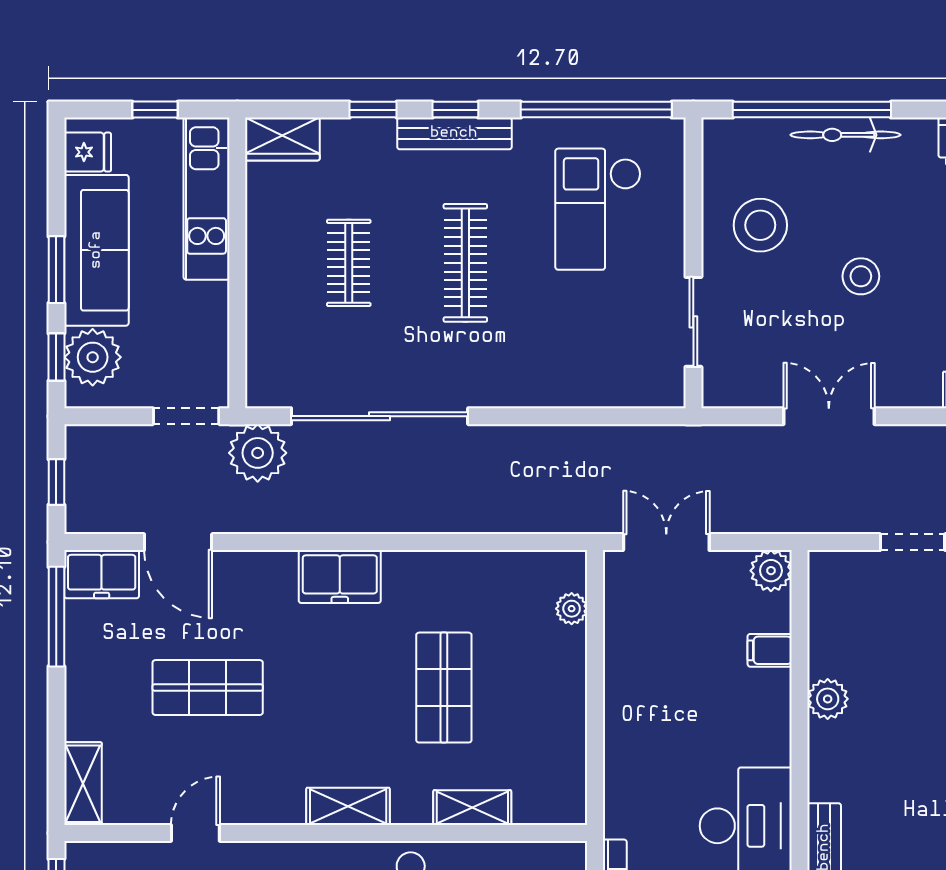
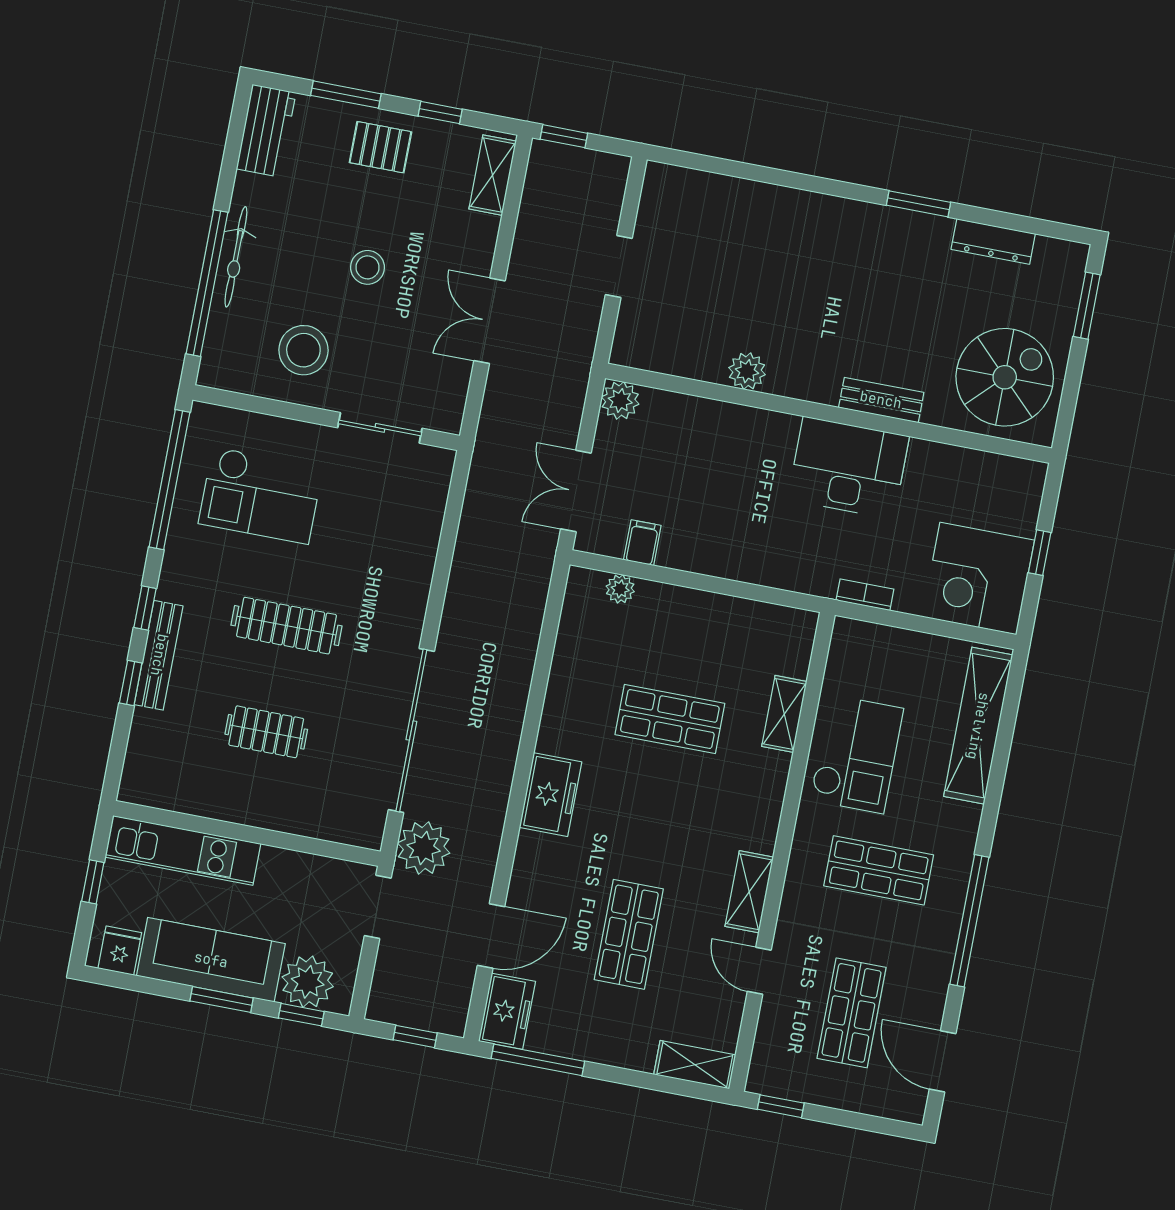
bench: (454, 133) -> (159, 655), moved
wardrobe: (282, 139) -> (142, 771), removed
filing cabinet: (770, 650) -> (642, 543), moved, turned 180
shelving: (348, 806) -> (749, 892), moved

